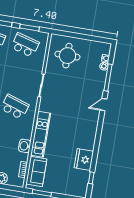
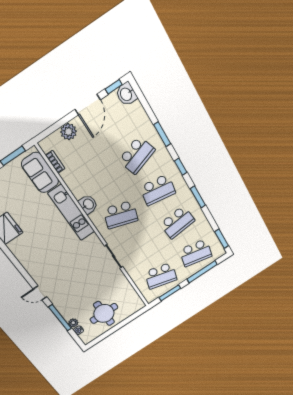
round table: (67, 56) -> (104, 313), moved
door: (103, 105) -> (40, 293), swing flipped
washbasin: (25, 146) -> (88, 204), moved

